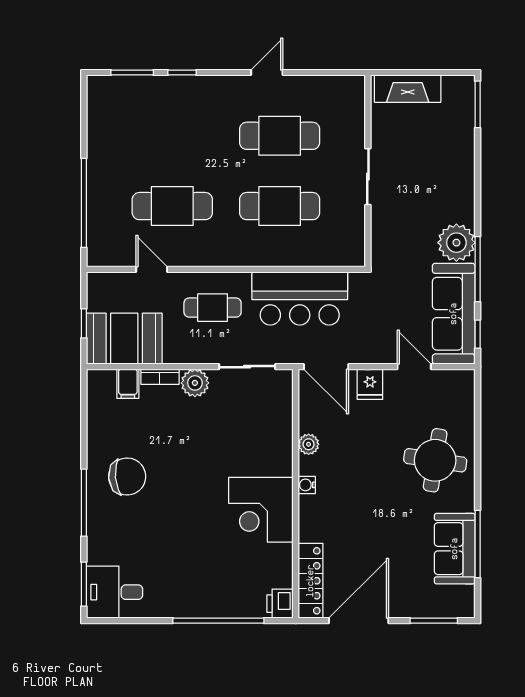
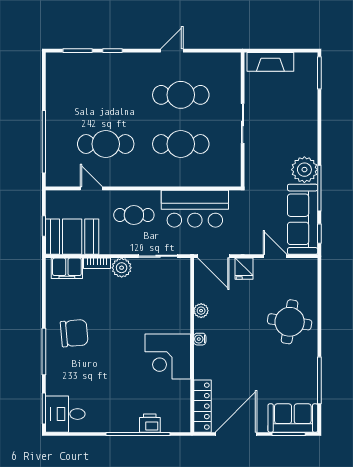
filing cabinet: (128, 384) -> (67, 268), width x2.00
sofa: (455, 549) -> (293, 418), moved, turned 90
printer: (280, 604) -> (150, 423), moved, turned 90

